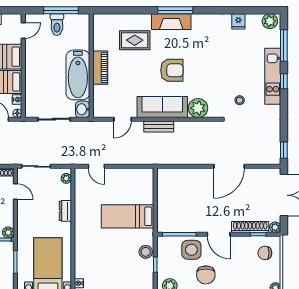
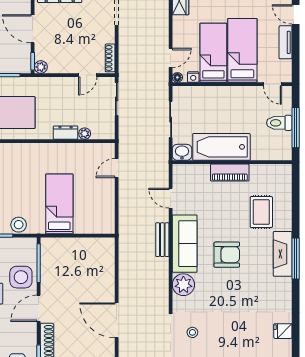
armchair: (172, 70) -> (227, 255), turned -90
plant: (66, 178) -> (85, 134), moved

